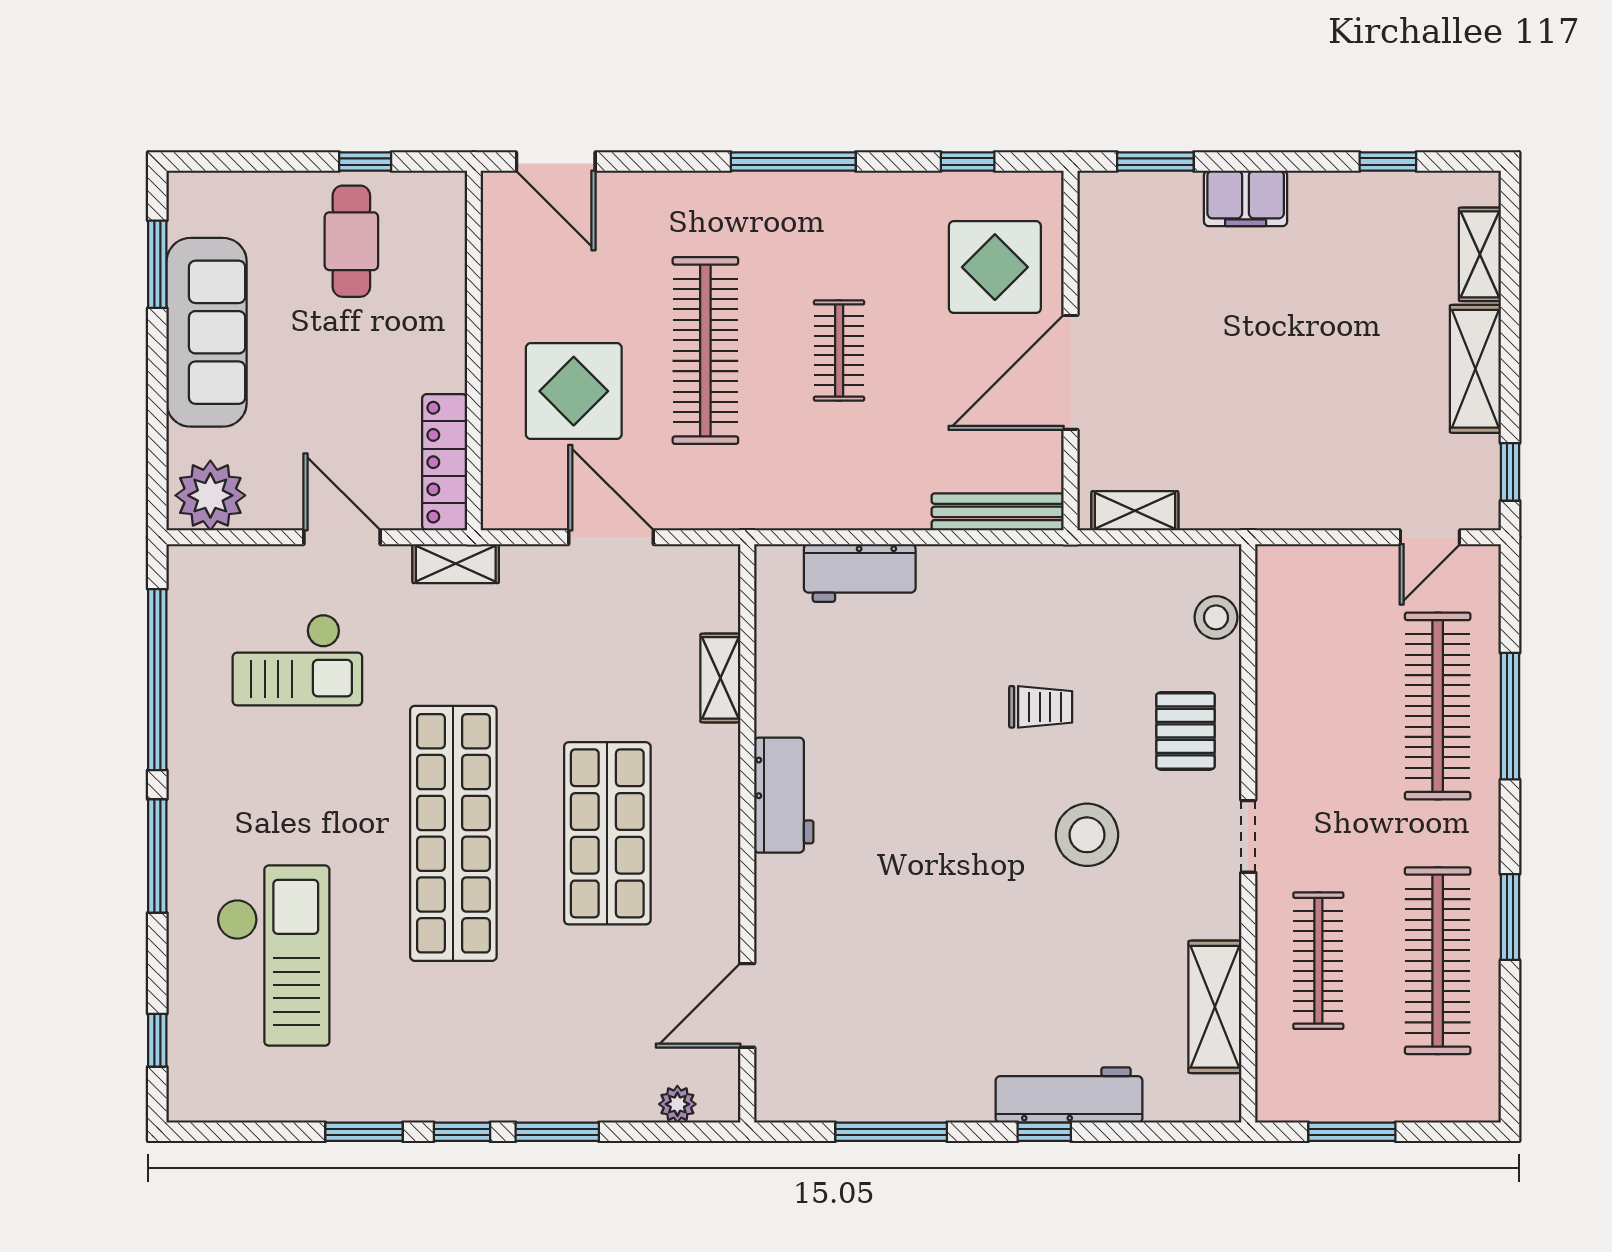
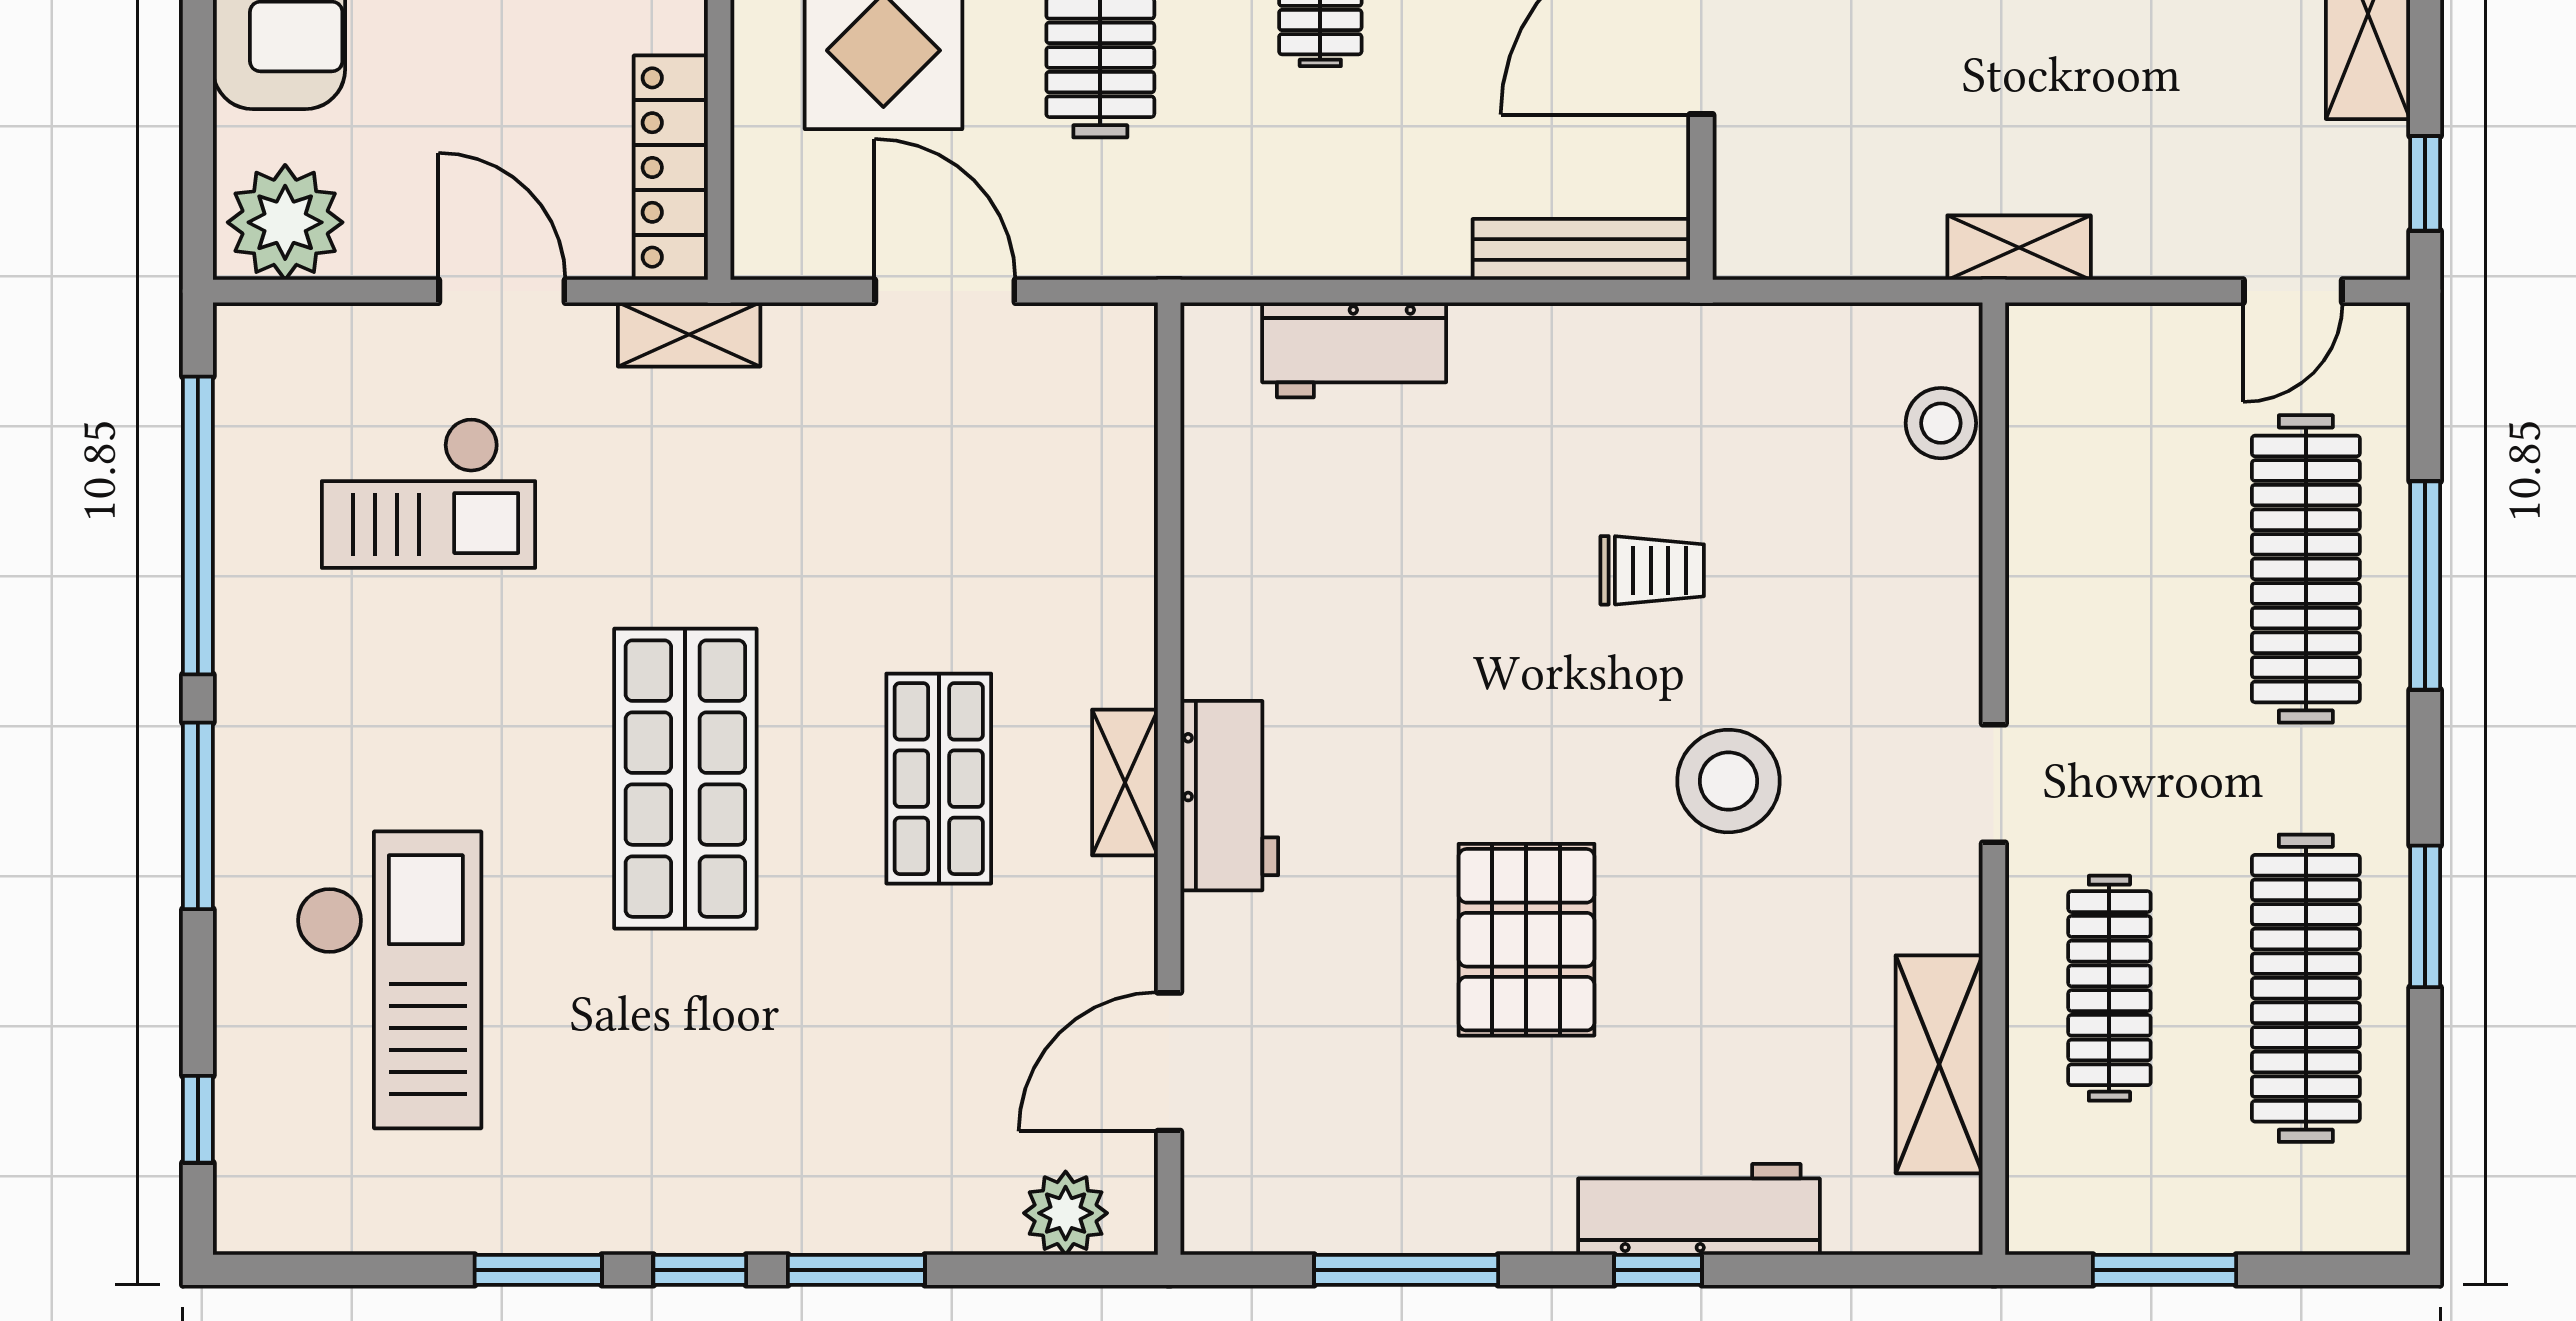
shelving: (1135, 511) -> (2019, 248), moved
shelving: (720, 678) -> (1125, 782), moved
pallet: (1185, 731) -> (1526, 940), moved, width x1.50, depth x1.42
workbench: (784, 795) -> (1229, 796), moved
shop shelf: (453, 833) -> (685, 779), width x0.71
shop shelf: (607, 833) -> (939, 779), width x0.70, depth x0.74
plant: (677, 1104) -> (1066, 1213), width x1.38, depth x1.38

